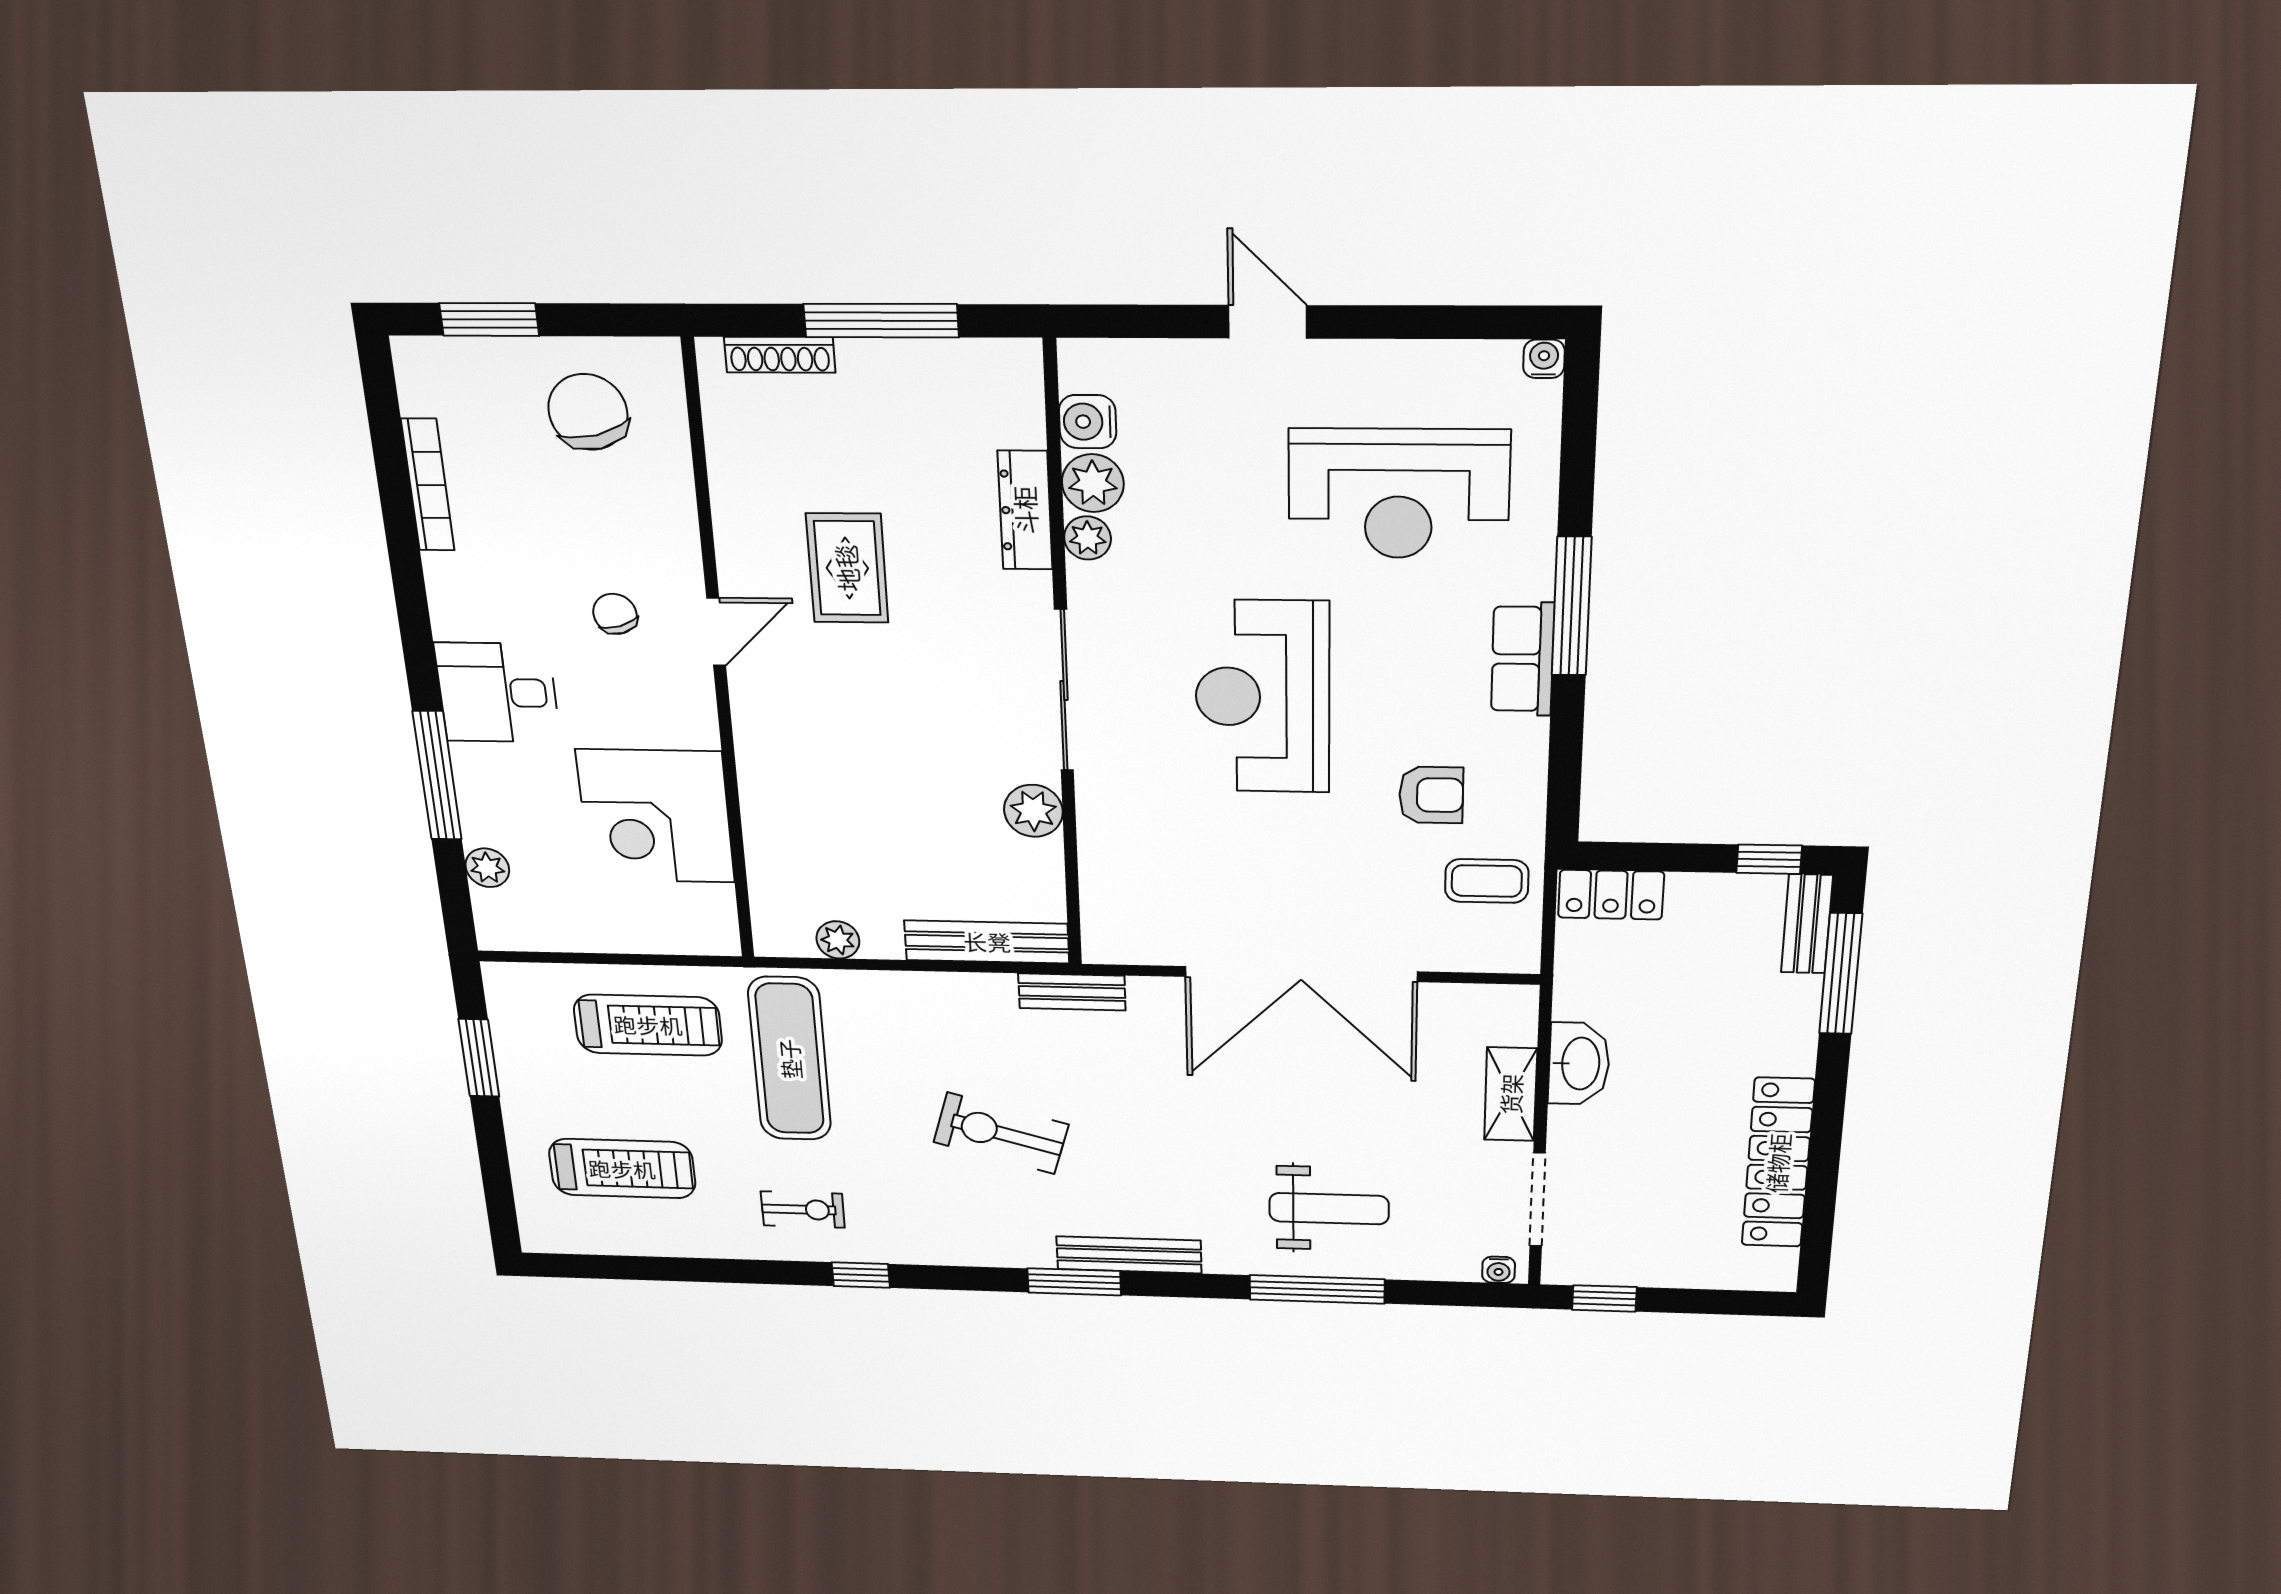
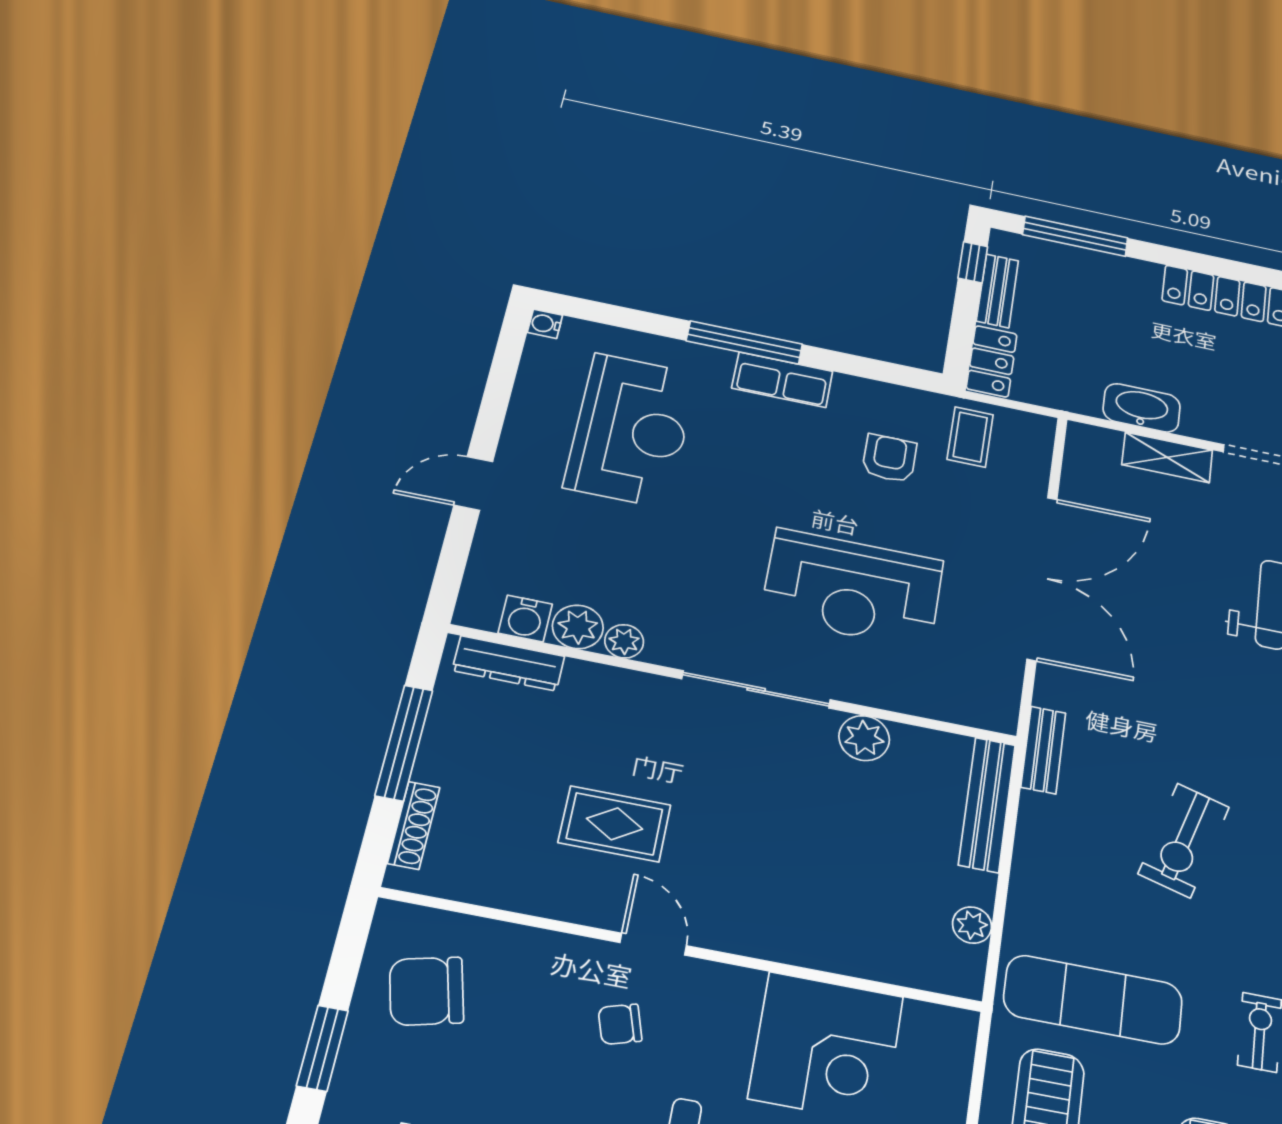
dresser: (1025, 510) -> (508, 663), moved
reception desk: (1263, 697) -> (853, 589), moved
bench: (1807, 924) -> (998, 291), moved, turned 90

